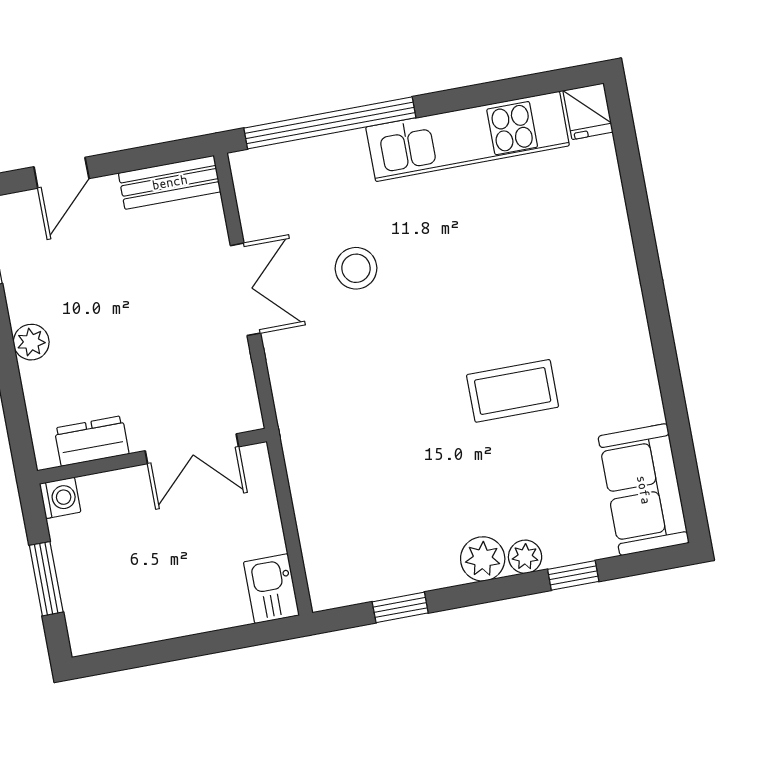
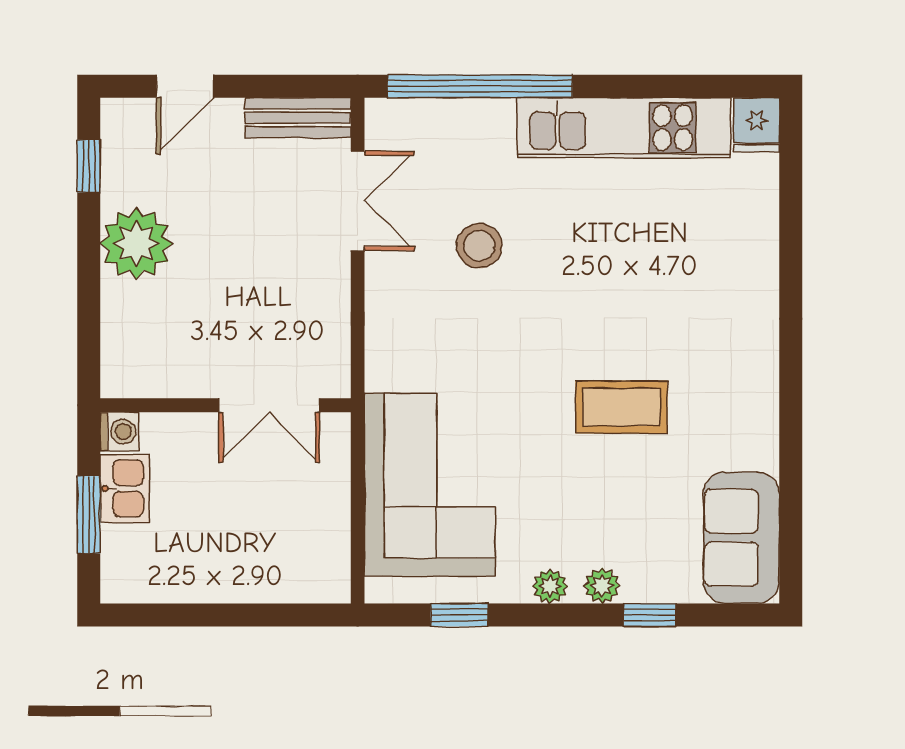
double door: (246, 289) -> (358, 201), moved
plant: (31, 342) -> (136, 243), width x1.88, depth x1.88
dresser: (92, 441) -> (164, 377), removed
corner sofa: (351, 494) -> (430, 485), added
plant: (483, 559) -> (550, 586), width x0.73, depth x0.73
kitchen sink: (271, 589) -> (125, 488), moved, turned 180

